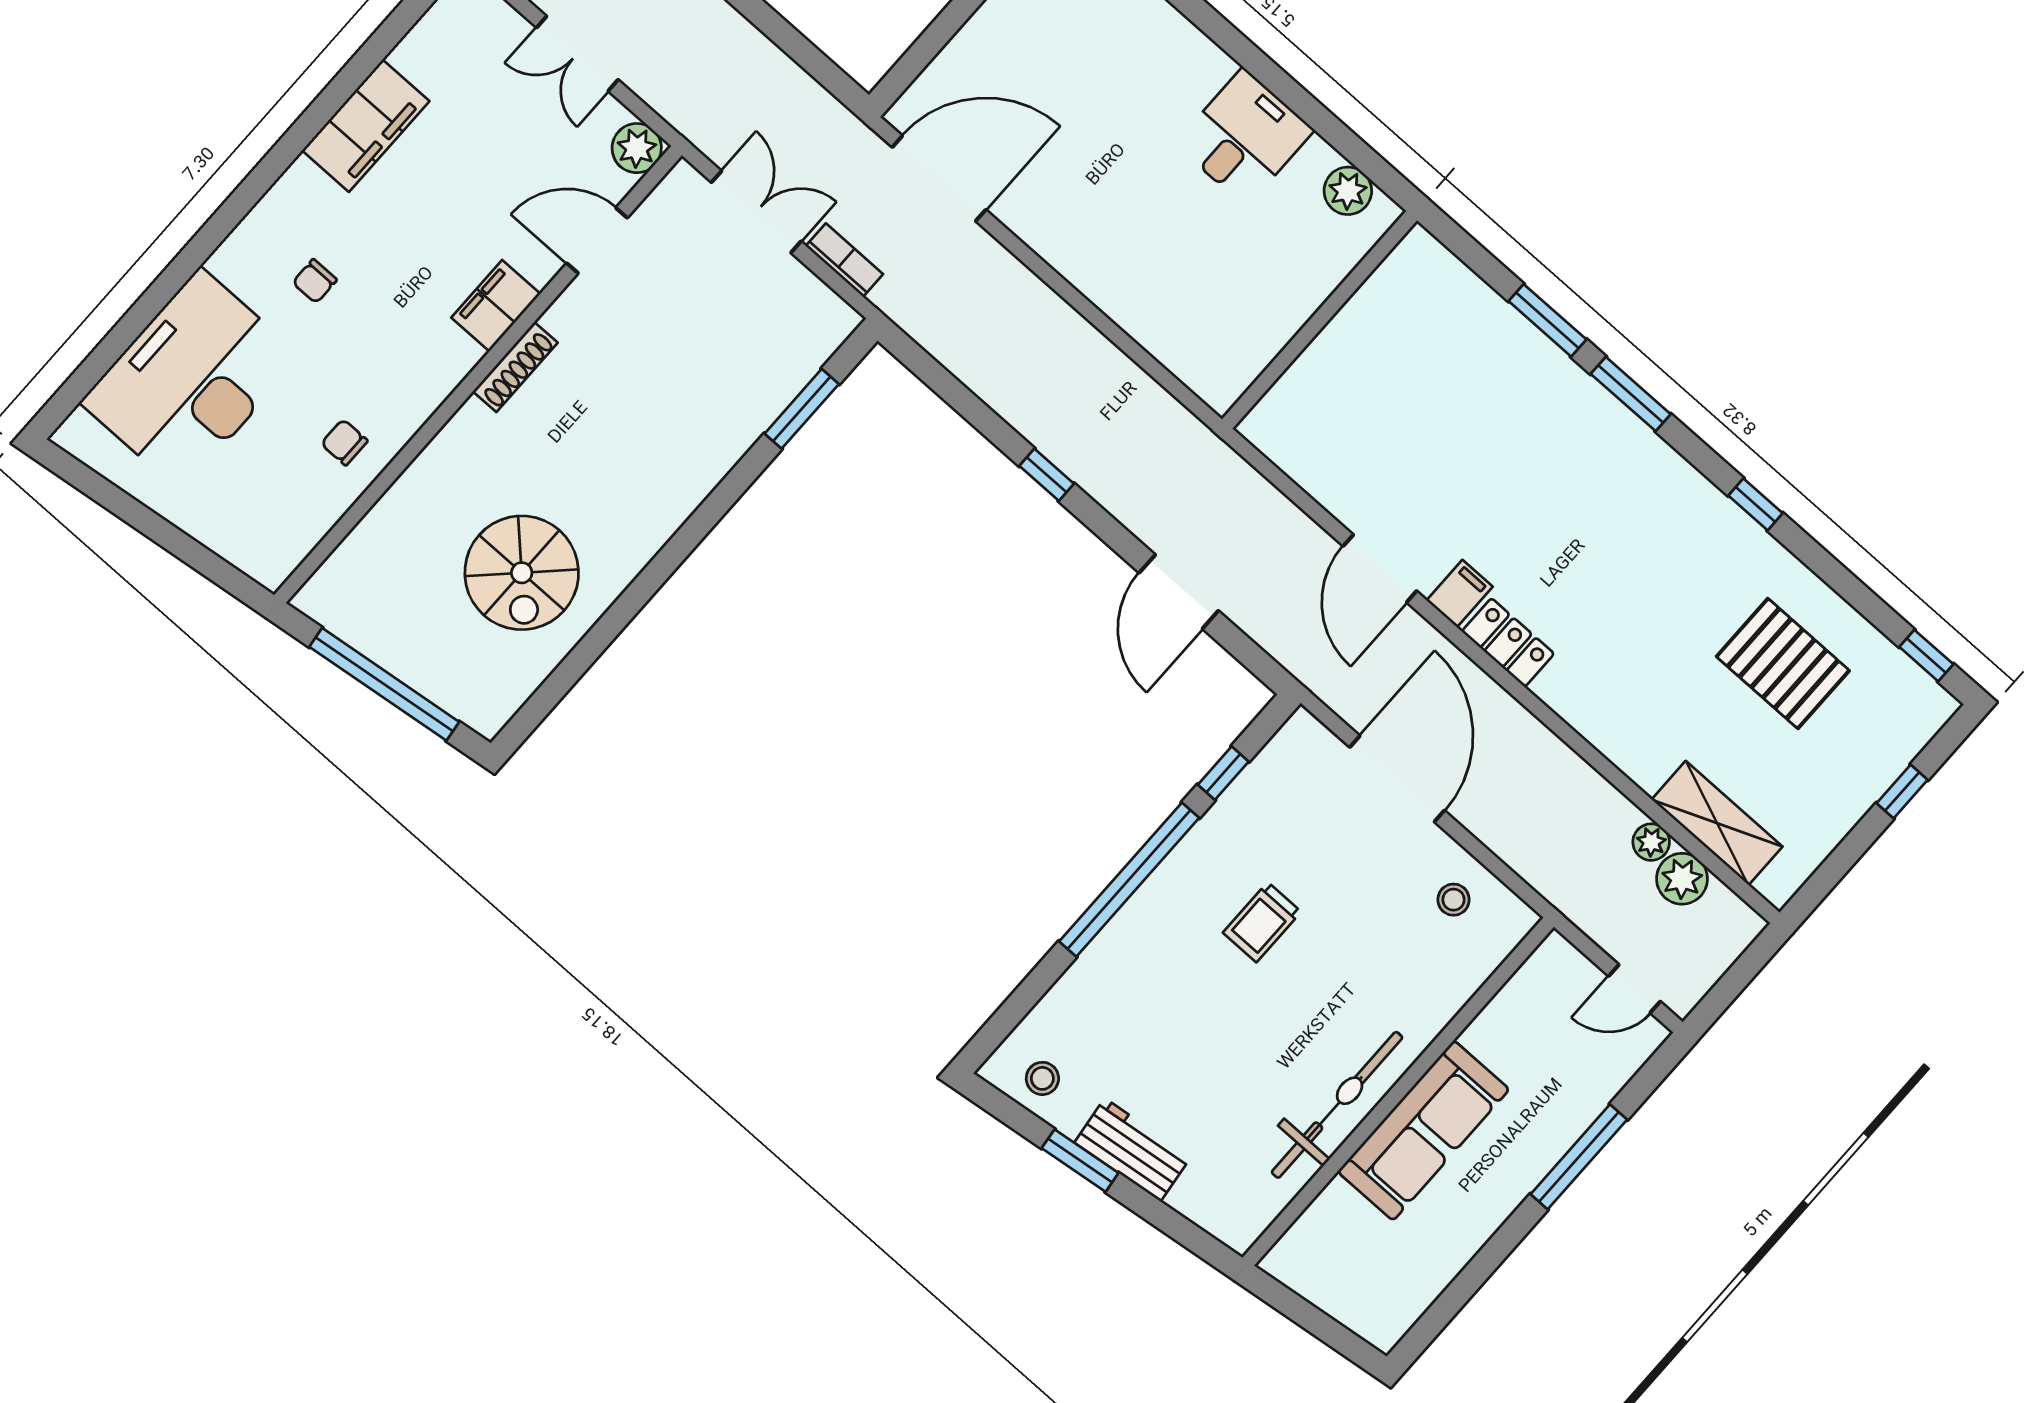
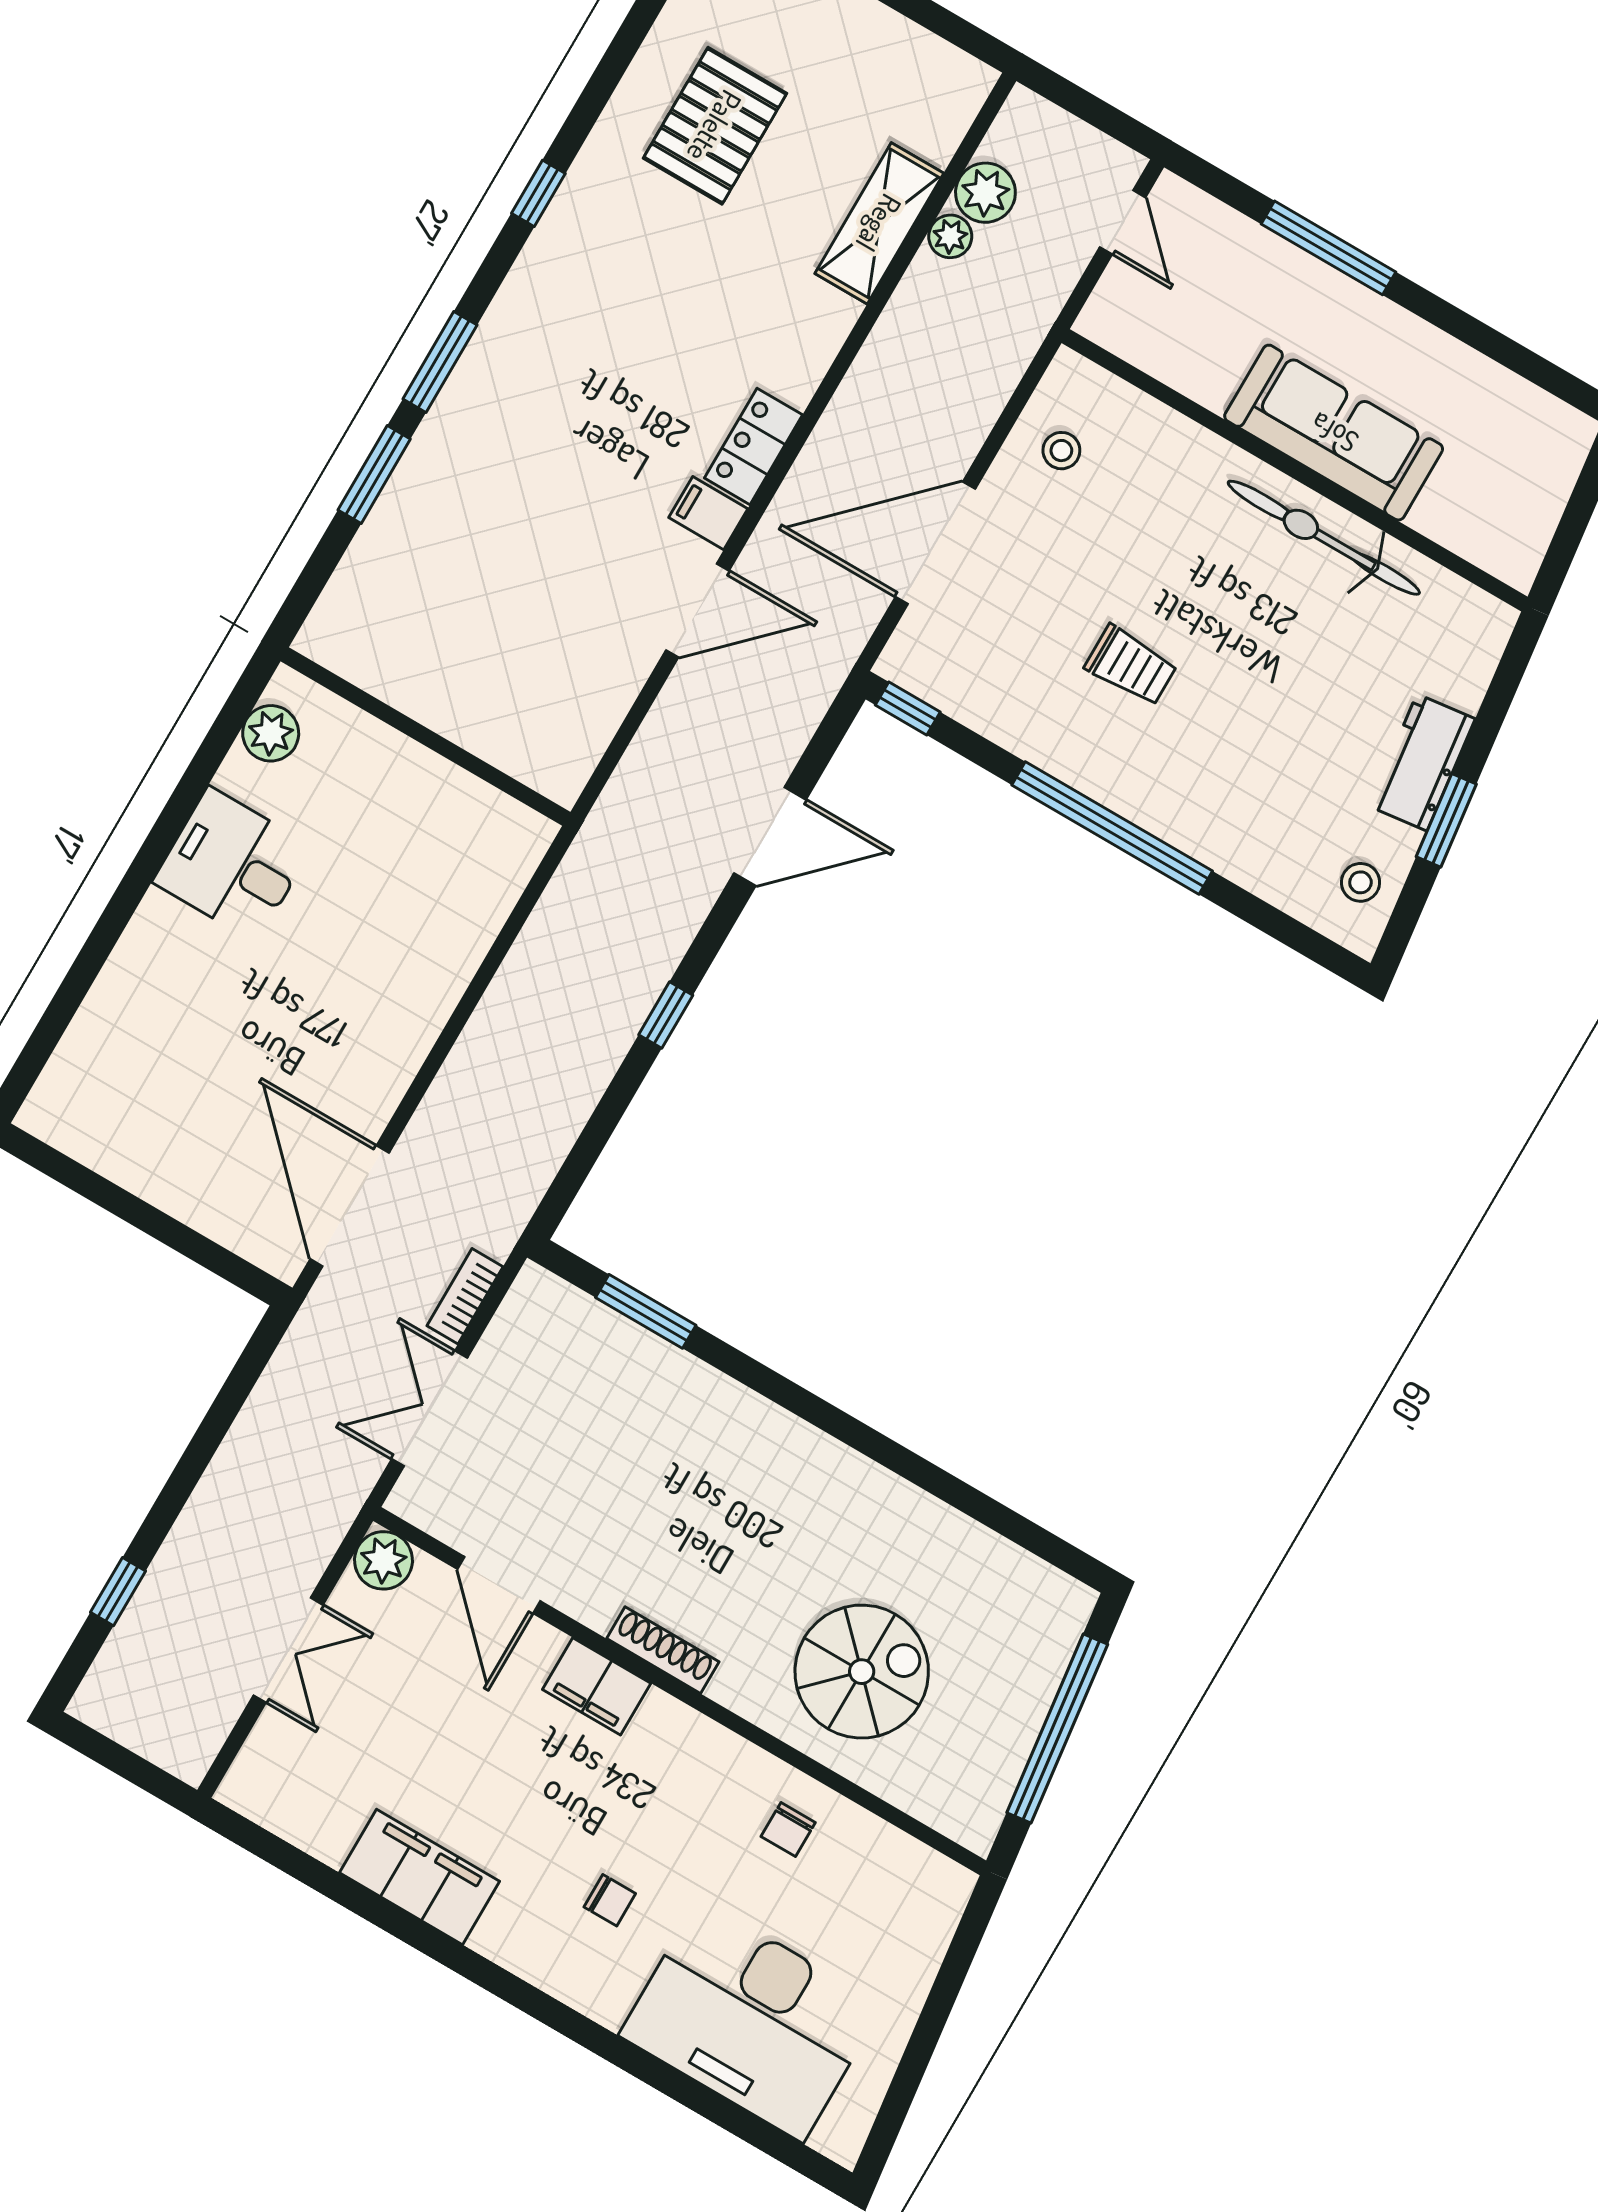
spiral stairs: (522, 573) -> (862, 1672), moved
window: (1223, 773) -> (908, 708), moved
shelving: (1717, 823) -> (879, 223), moved

